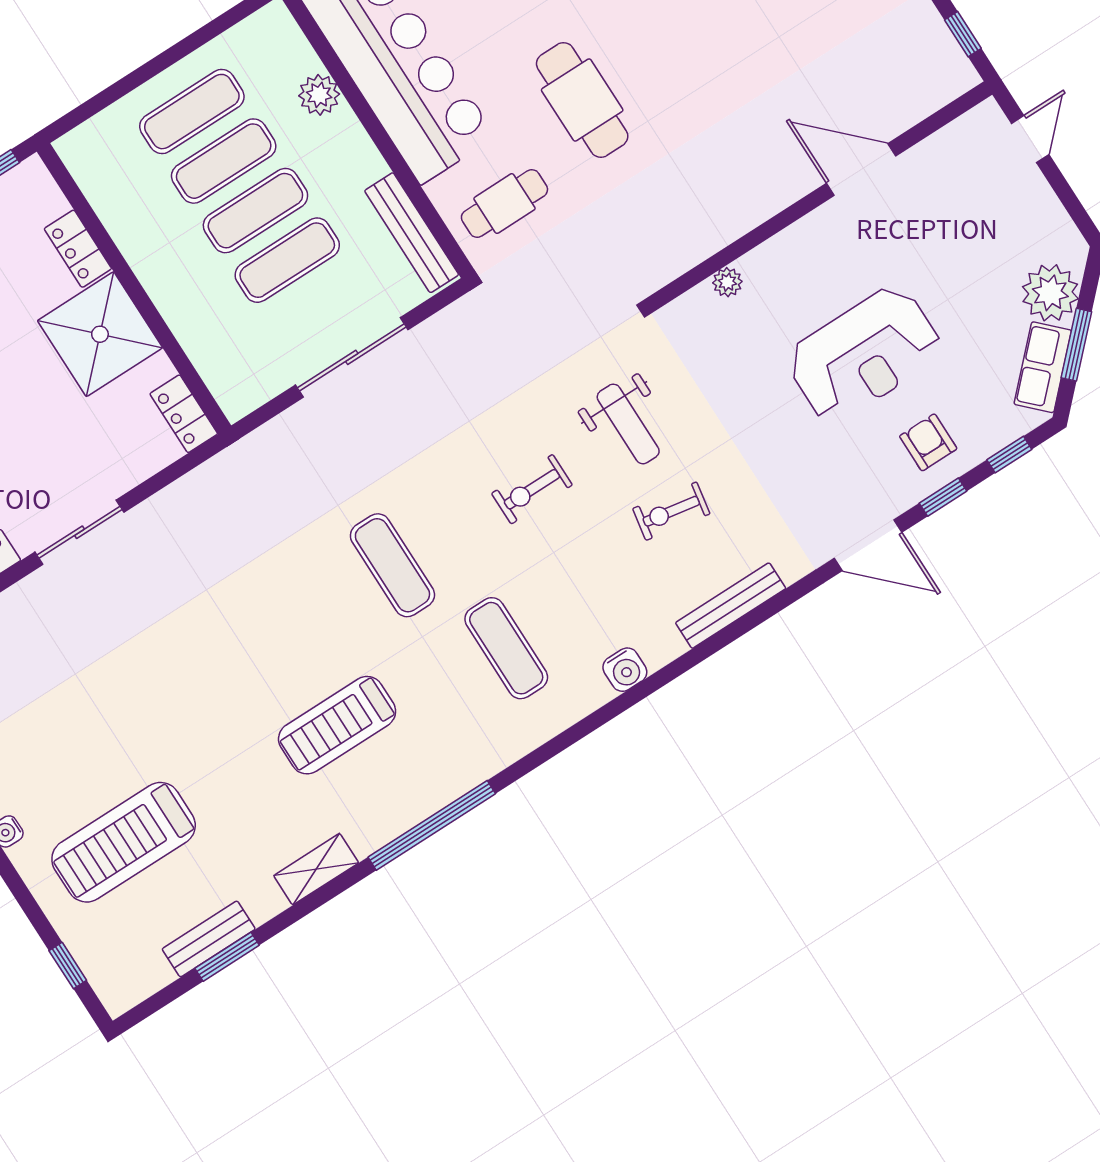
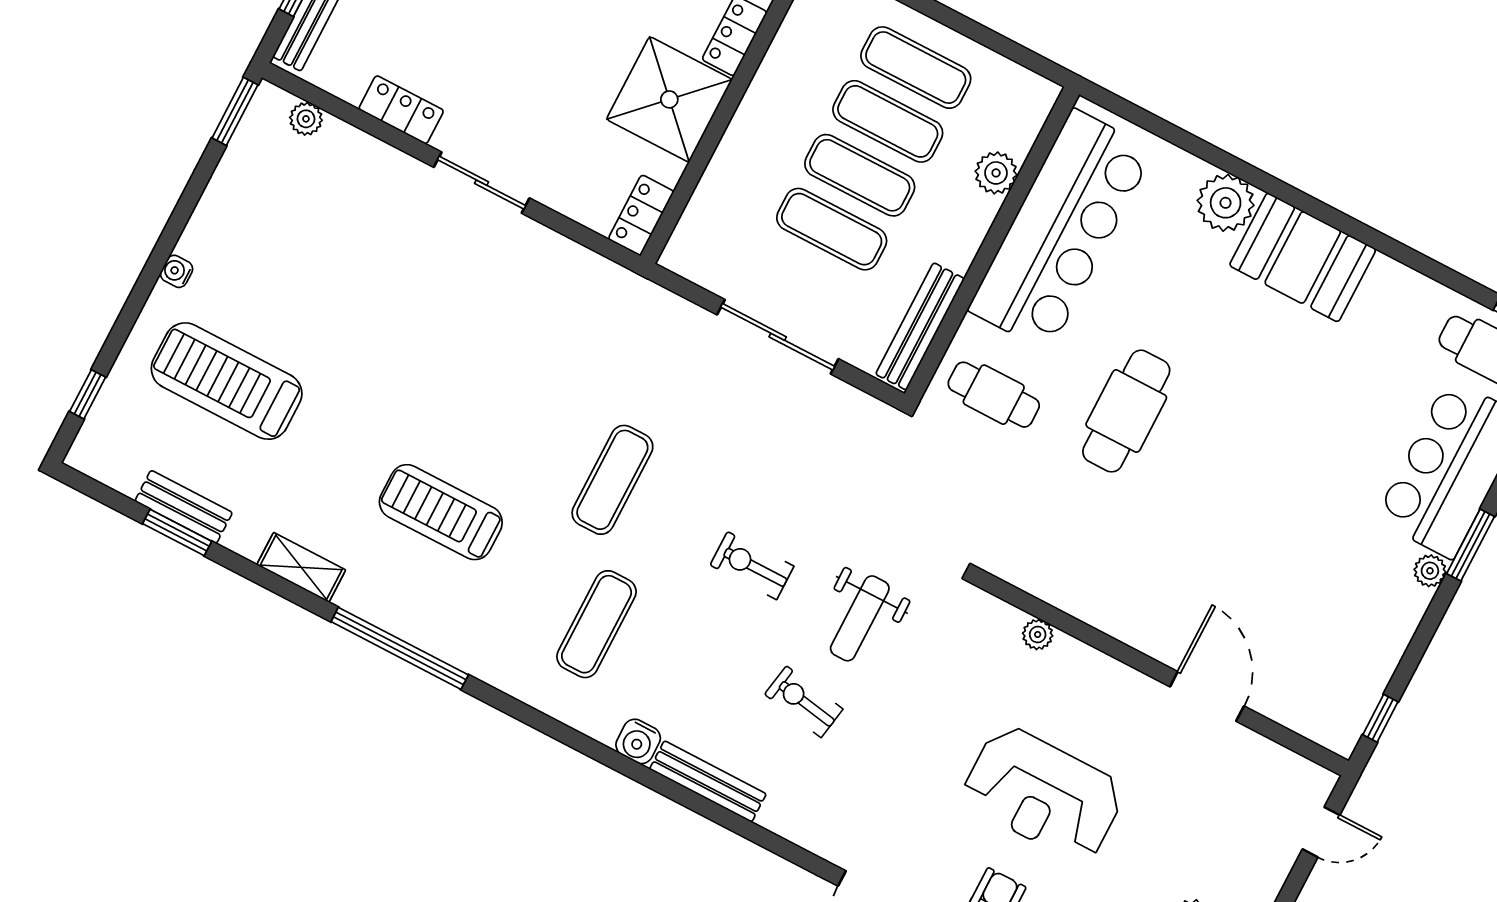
bench: (731, 606) -> (708, 781), moved

